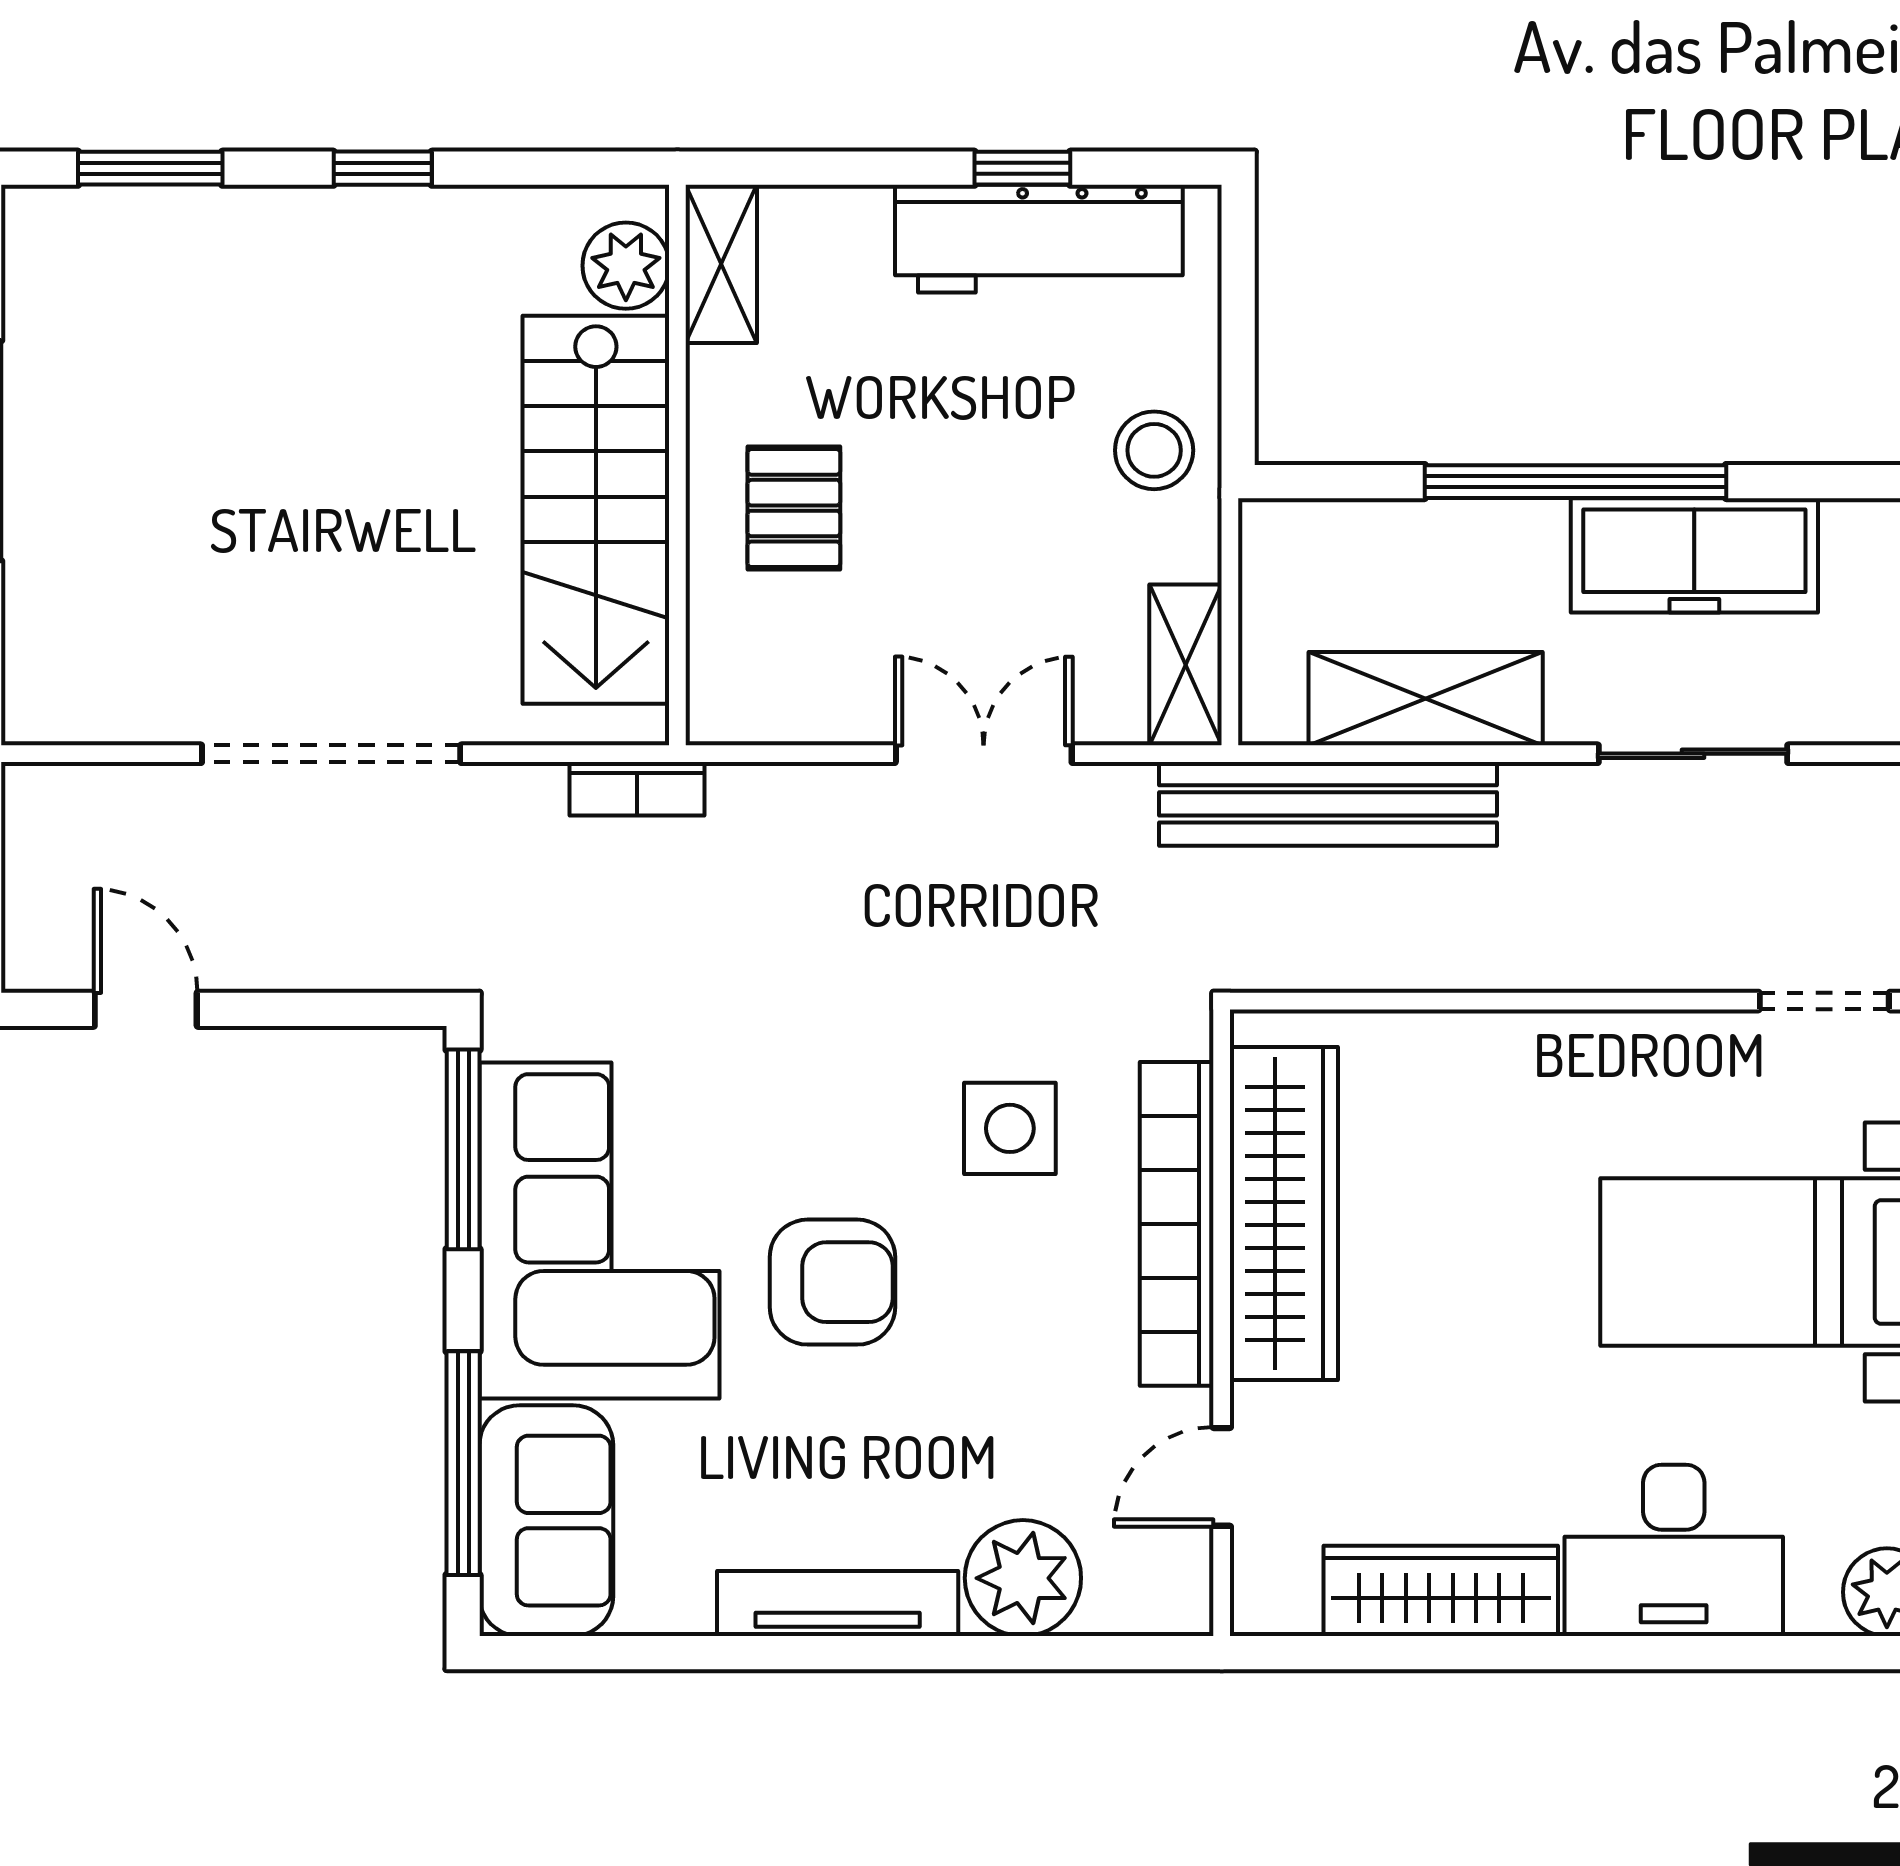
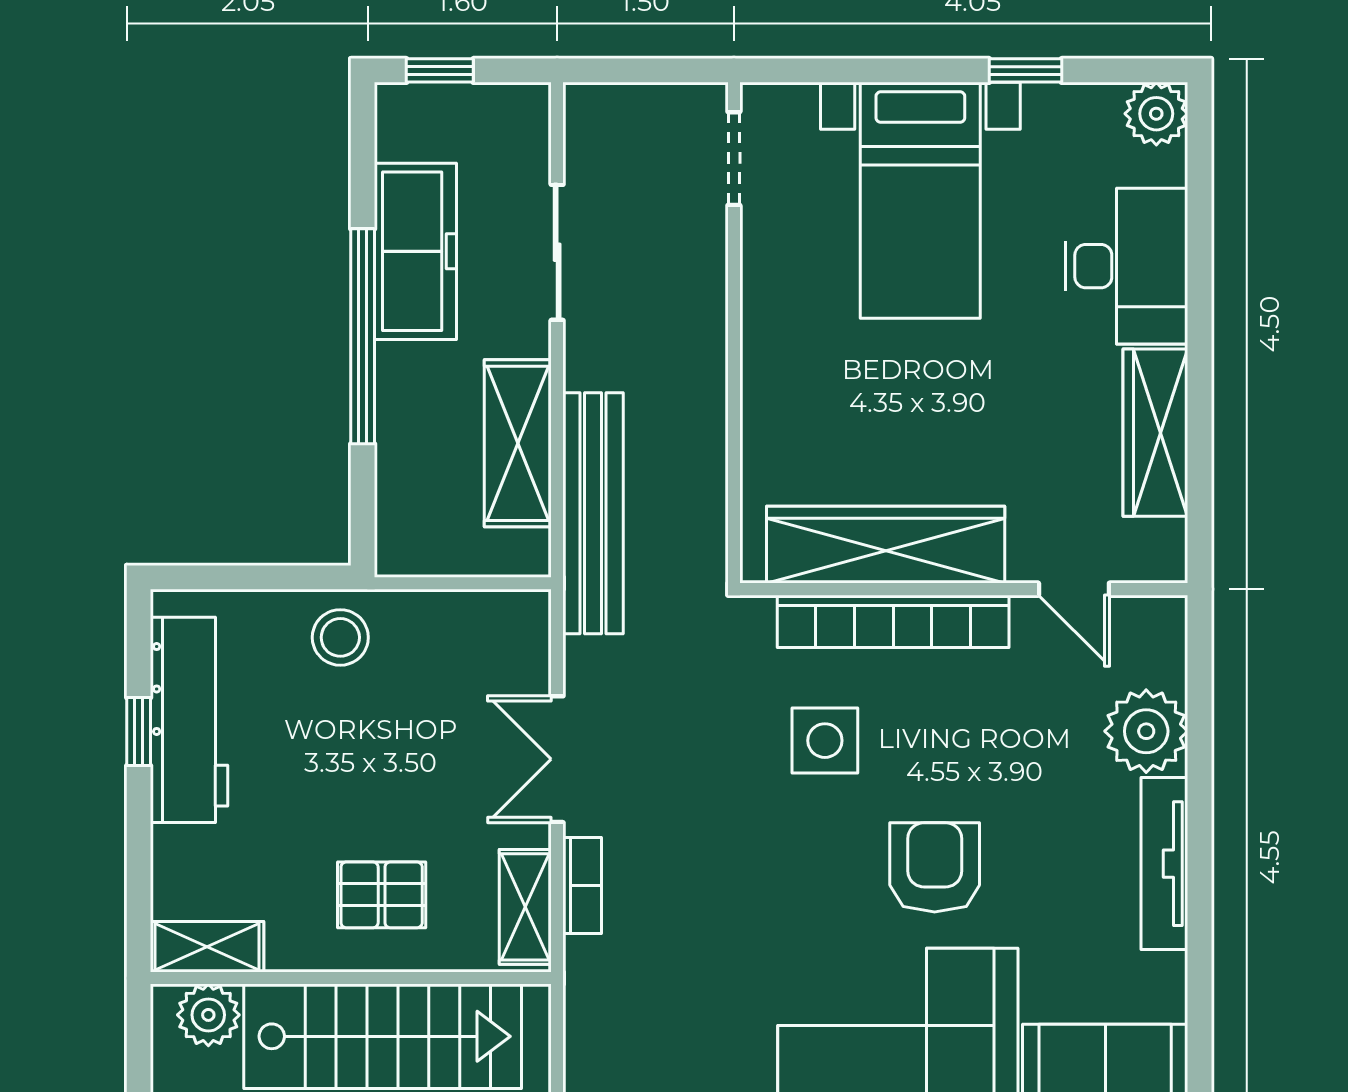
shelving: (1186, 665) -> (525, 907), moved, turned 90
bookcase: (637, 789) -> (582, 886), moved

